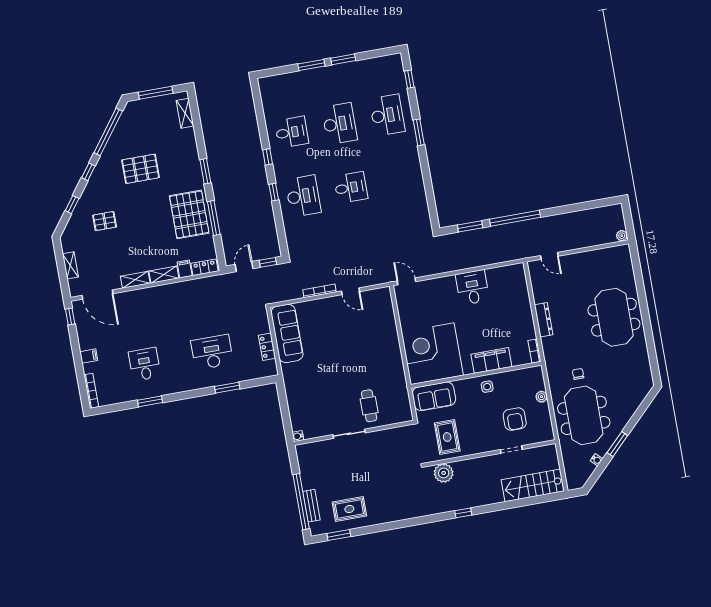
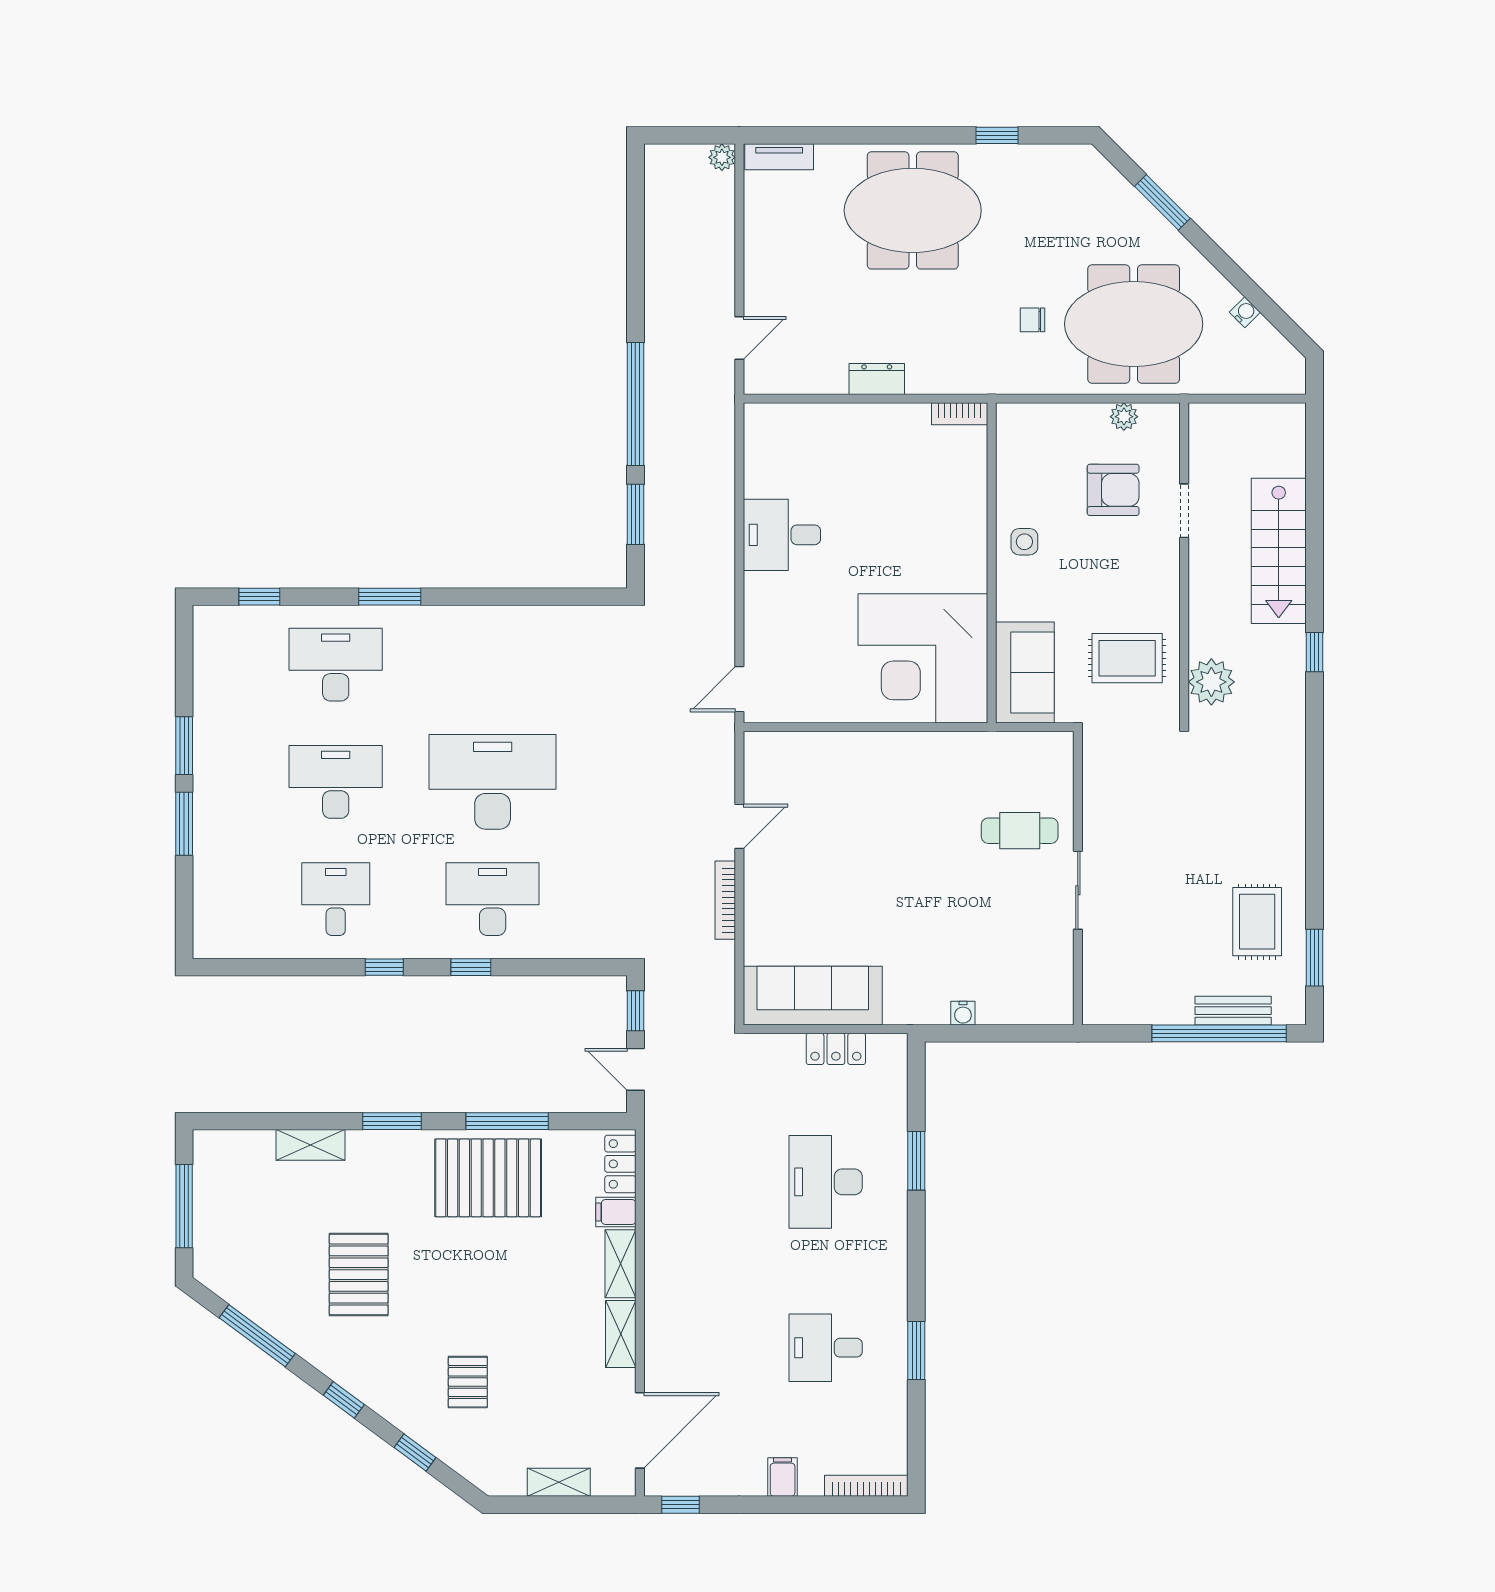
shelving: (185, 113) -> (310, 1145), moved
window: (108, 132) -> (257, 1336), width x0.68
desk: (351, 188) -> (493, 782), width x1.87, depth x1.30
tv unit: (626, 259) -> (779, 157), added
dresser: (544, 320) -> (877, 379), width x0.70
window: (651, 346) -> (997, 135), added
filing cabinet: (491, 360) -> (964, 521), removed
plant: (542, 397) -> (1124, 417), moved
water cooler: (298, 436) -> (963, 1013), moved
window: (617, 444) -> (1162, 202), moved
stairs: (533, 485) -> (1279, 551), moved

